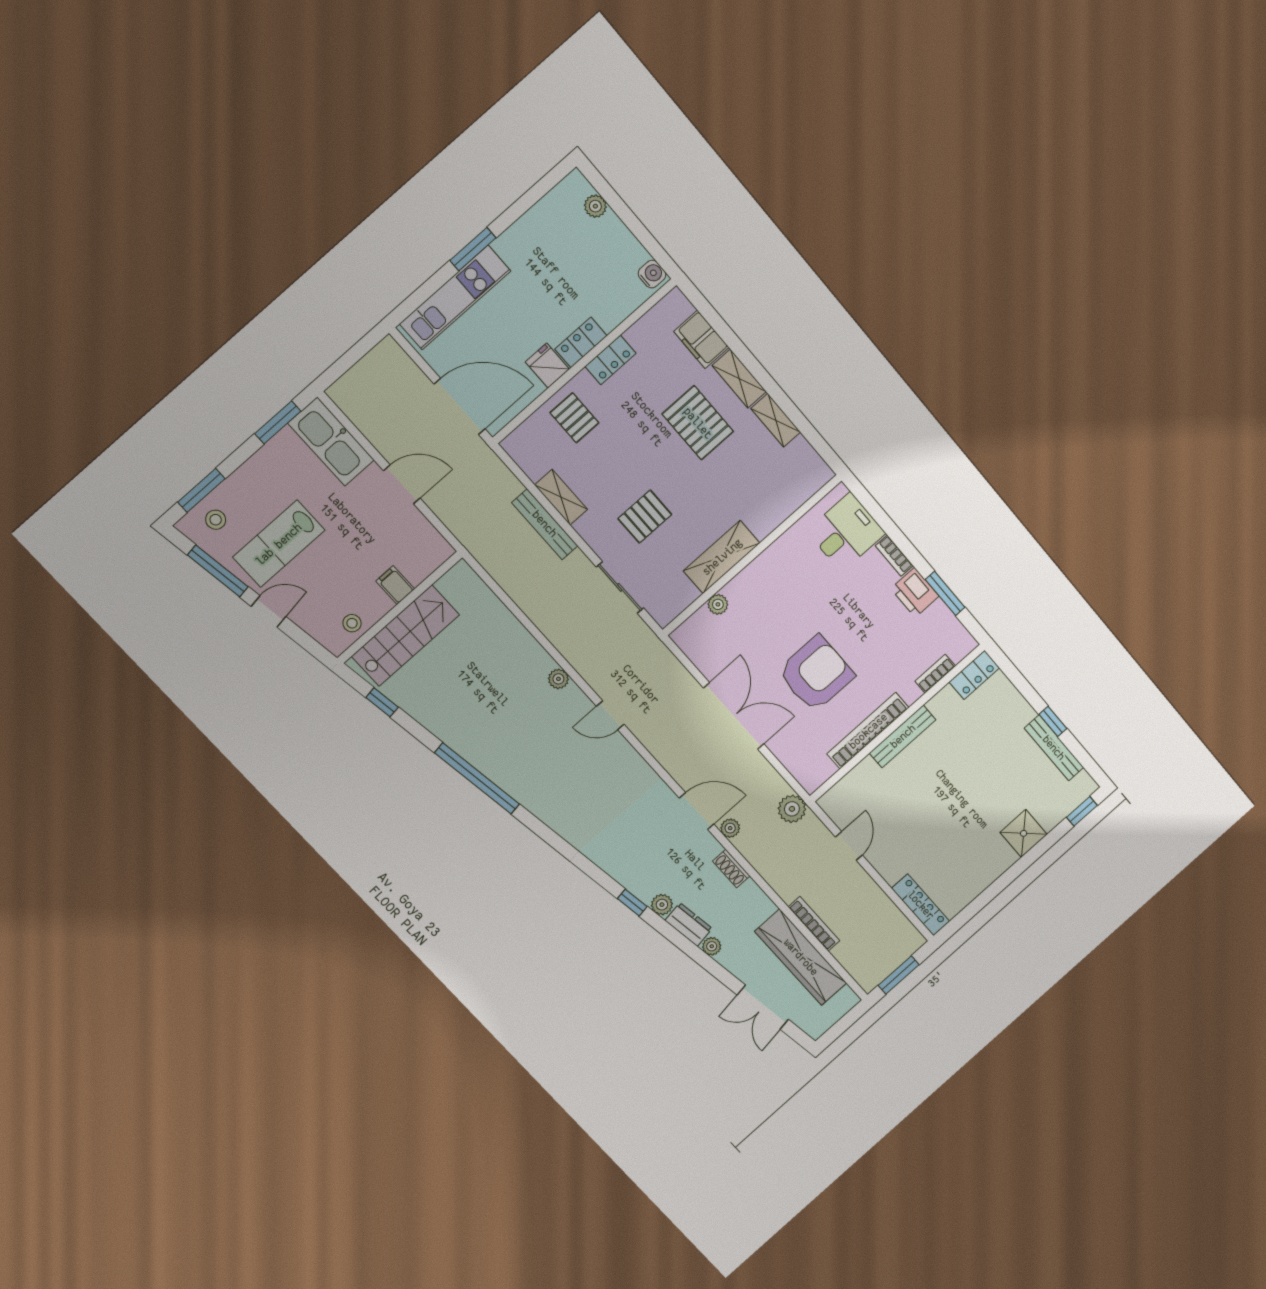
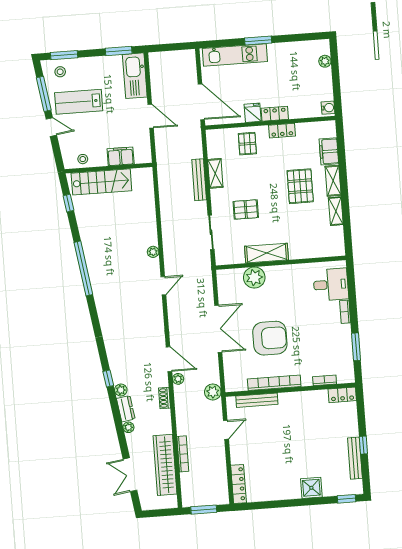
filing cabinet: (395, 585) -> (121, 156), width x2.00
printer: (915, 592) -> (342, 336), removed
plant: (718, 604) -> (254, 278), width x1.88, depth x1.88
door: (610, 715) -> (163, 286), swing flipped
bench: (903, 736) -> (257, 400), moved

